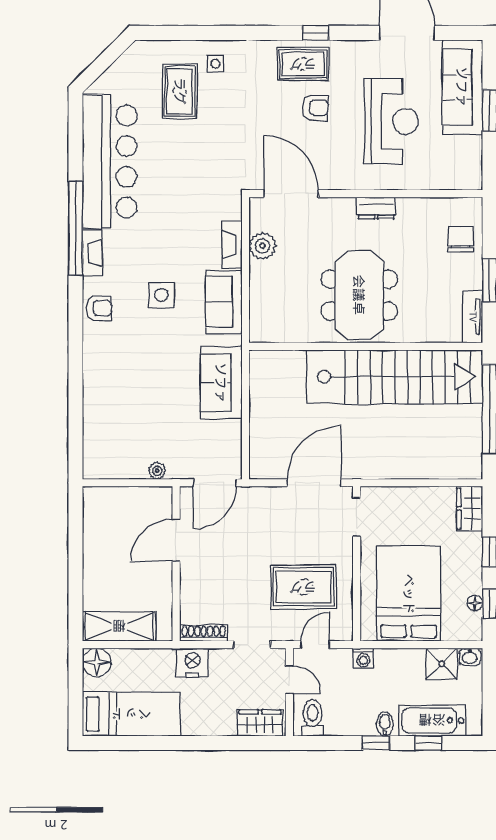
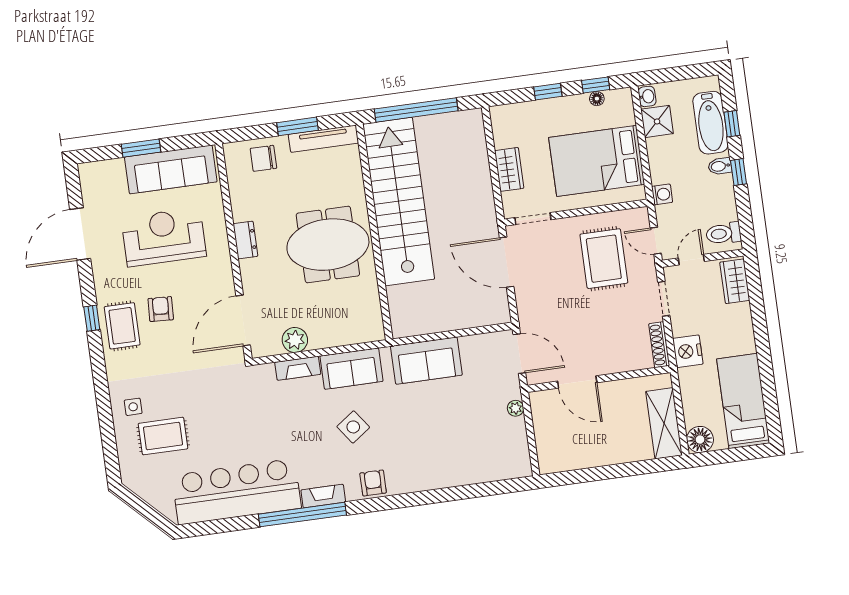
sofa: (462, 87) -> (171, 169), moved
side table: (161, 295) -> (353, 427), turned -36
tv unit: (473, 317) -> (323, 139), width x1.41
wardrobe: (470, 509) -> (509, 169), moved, turned -90

